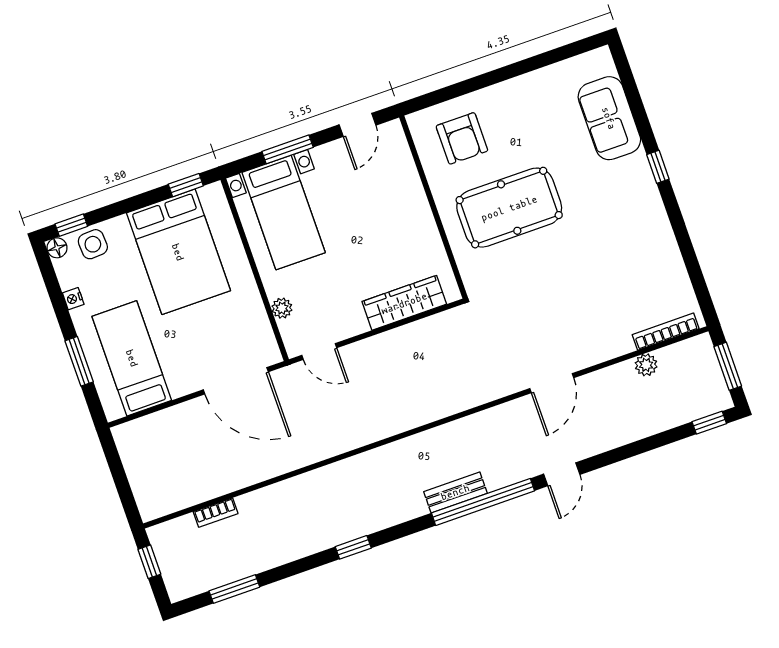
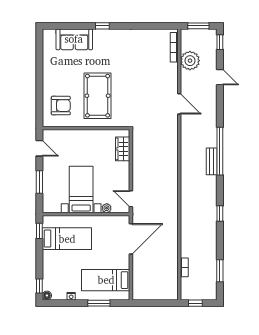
bed with nightstands: (284, 212) -> (81, 189), moved, turned -90
side table: (93, 244) -> (51, 280), removed
bed: (178, 252) -> (67, 239), width x0.67
wardrobe: (404, 303) -> (123, 149), width x0.67
door: (319, 352) -> (131, 199), swing flipped
plant: (646, 365) -> (190, 61), width x1.87, depth x1.87
door: (562, 474) -> (220, 77), moved

